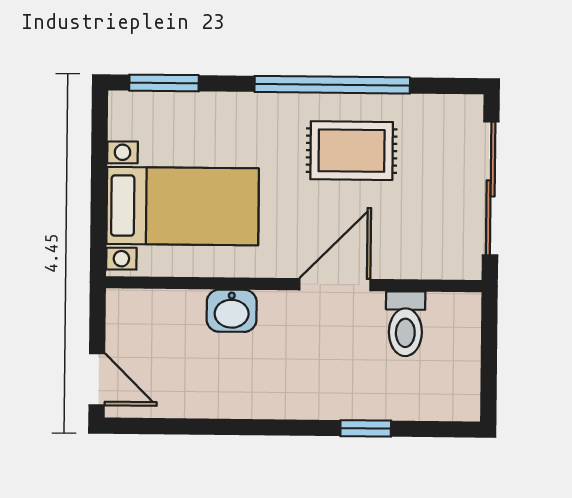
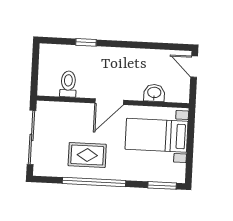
door: (335, 285) -> (109, 102), moved
washbasin: (232, 311) -> (154, 93), moved

